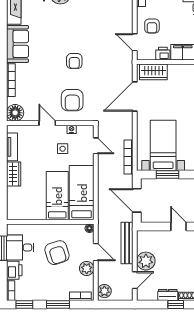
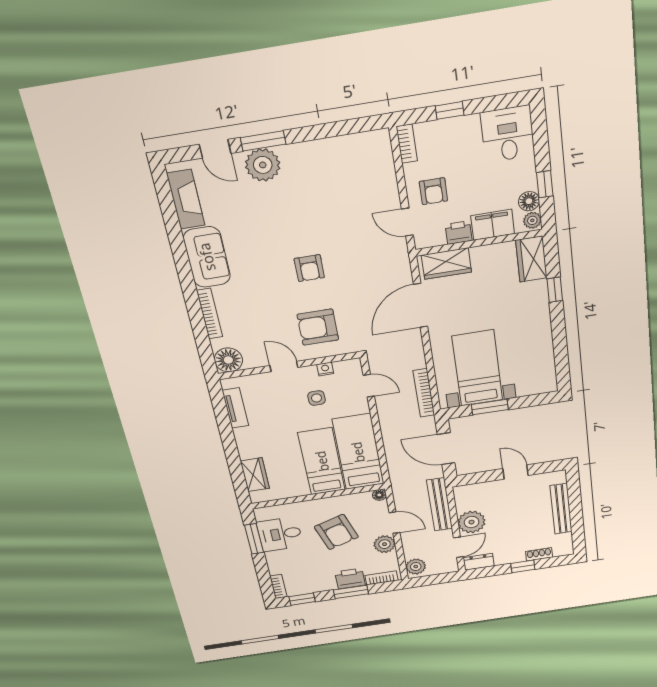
armchair: (72, 100) -> (318, 327), turned 90
wardrobe: (14, 174) -> (255, 475), moved
printer: (14, 270) -> (350, 579), moved, turned -90
dresser: (168, 295) -> (479, 562), moved

